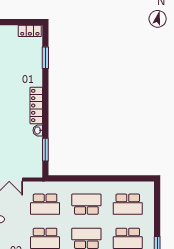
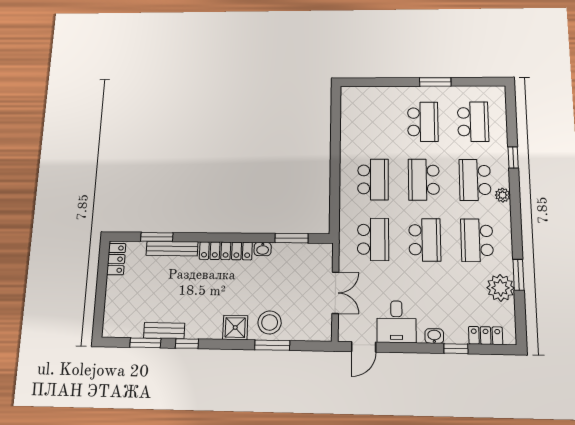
bench: (37, 69) -> (172, 249), added
school desk: (86, 204) -> (373, 179), turned 180
school desk: (128, 204) -> (373, 122), removed

